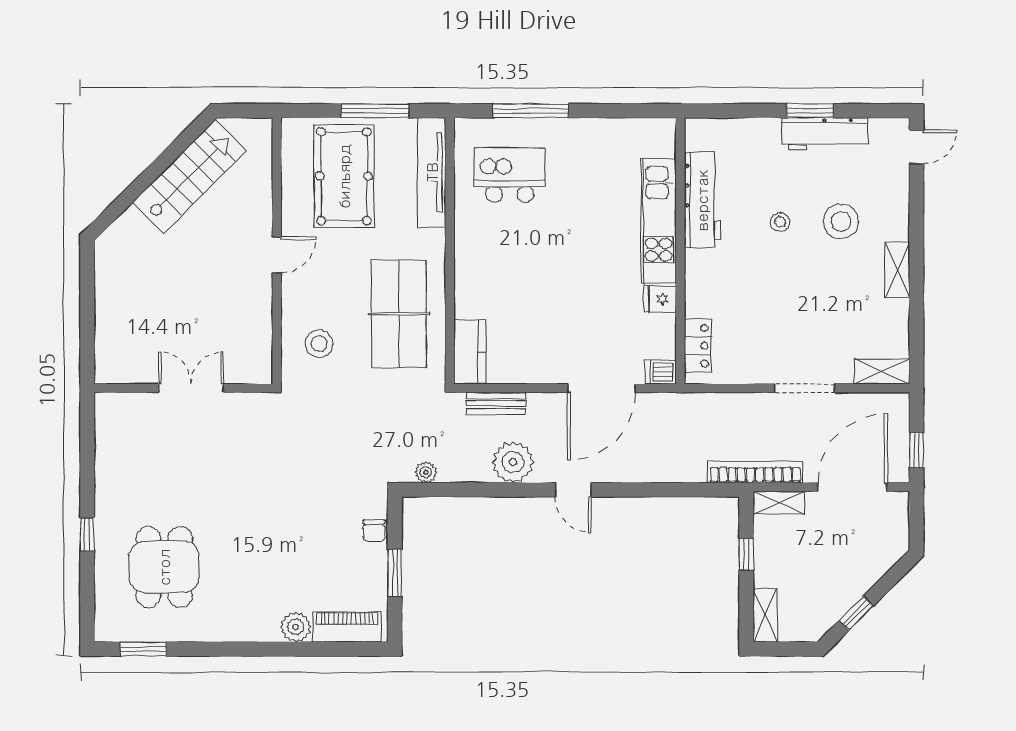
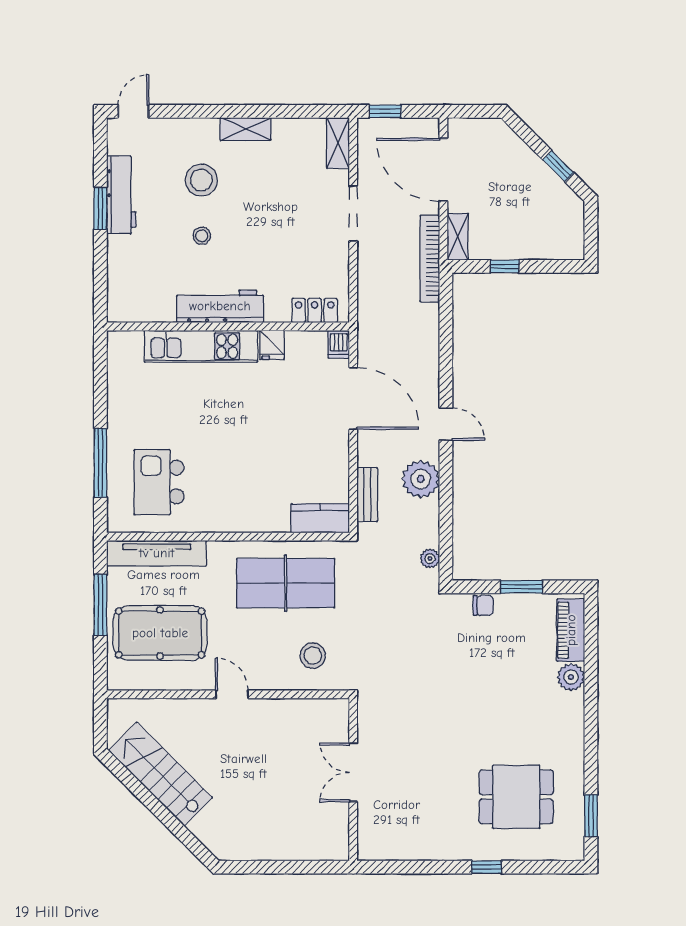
door: (916, 147) -> (133, 111), hinge flipped
workbench: (702, 200) -> (220, 306), moved
window: (916, 450) -> (385, 111), moved
door: (573, 490) -> (446, 424), hinge flipped
shelving: (765, 615) -> (560, 249), removed

